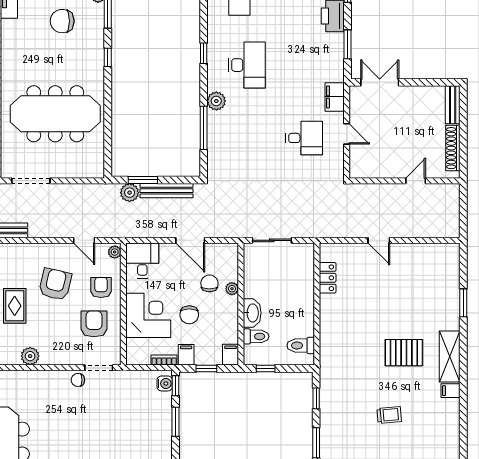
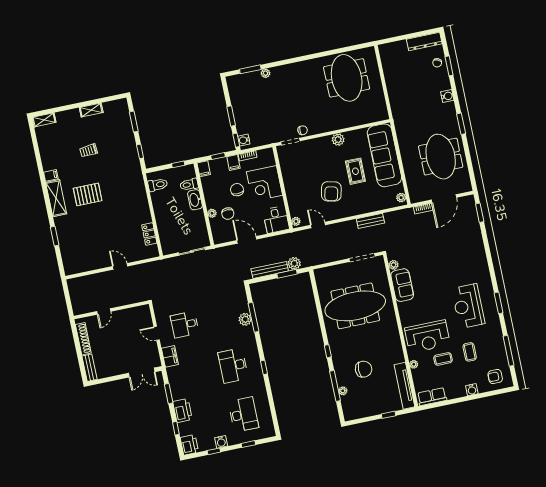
plant: (216, 101) -> (245, 319), moved
armchair: (101, 287) -> (300, 196), removed
armchair: (94, 324) -> (300, 170), removed

